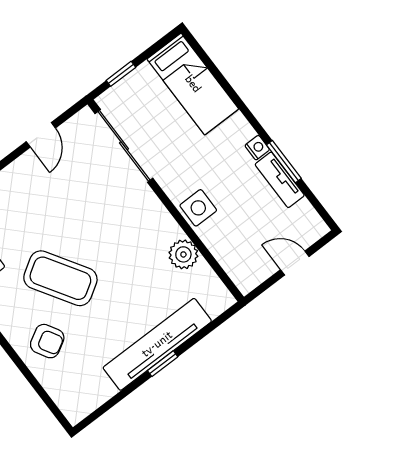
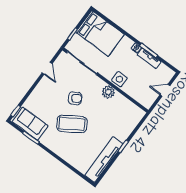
bed: (193, 84) -> (100, 33), width x1.50
plant: (183, 254) -> (108, 92), moved
armchair: (47, 341) -> (75, 98), moved
tv unit: (157, 344) -> (104, 159), moved

